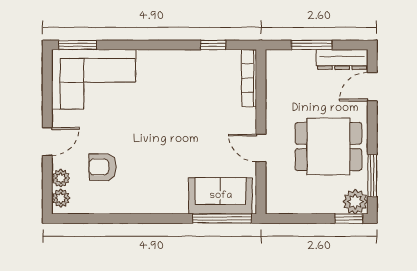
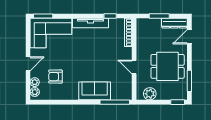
tv unit: (173, 59) -> (90, 23), added
sofa: (221, 196) -> (95, 91), moved
plant: (355, 202) -> (150, 94), moved

